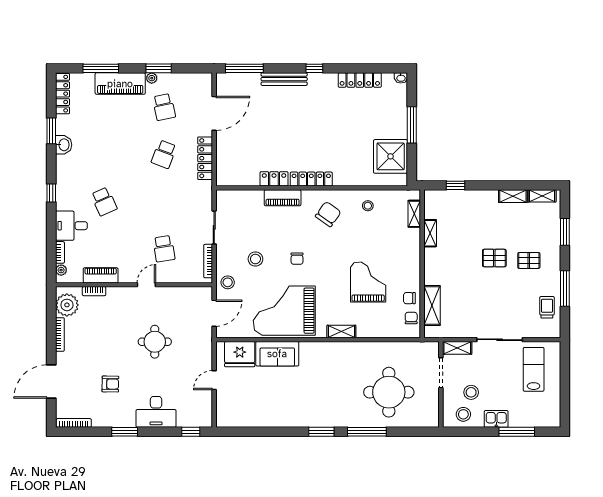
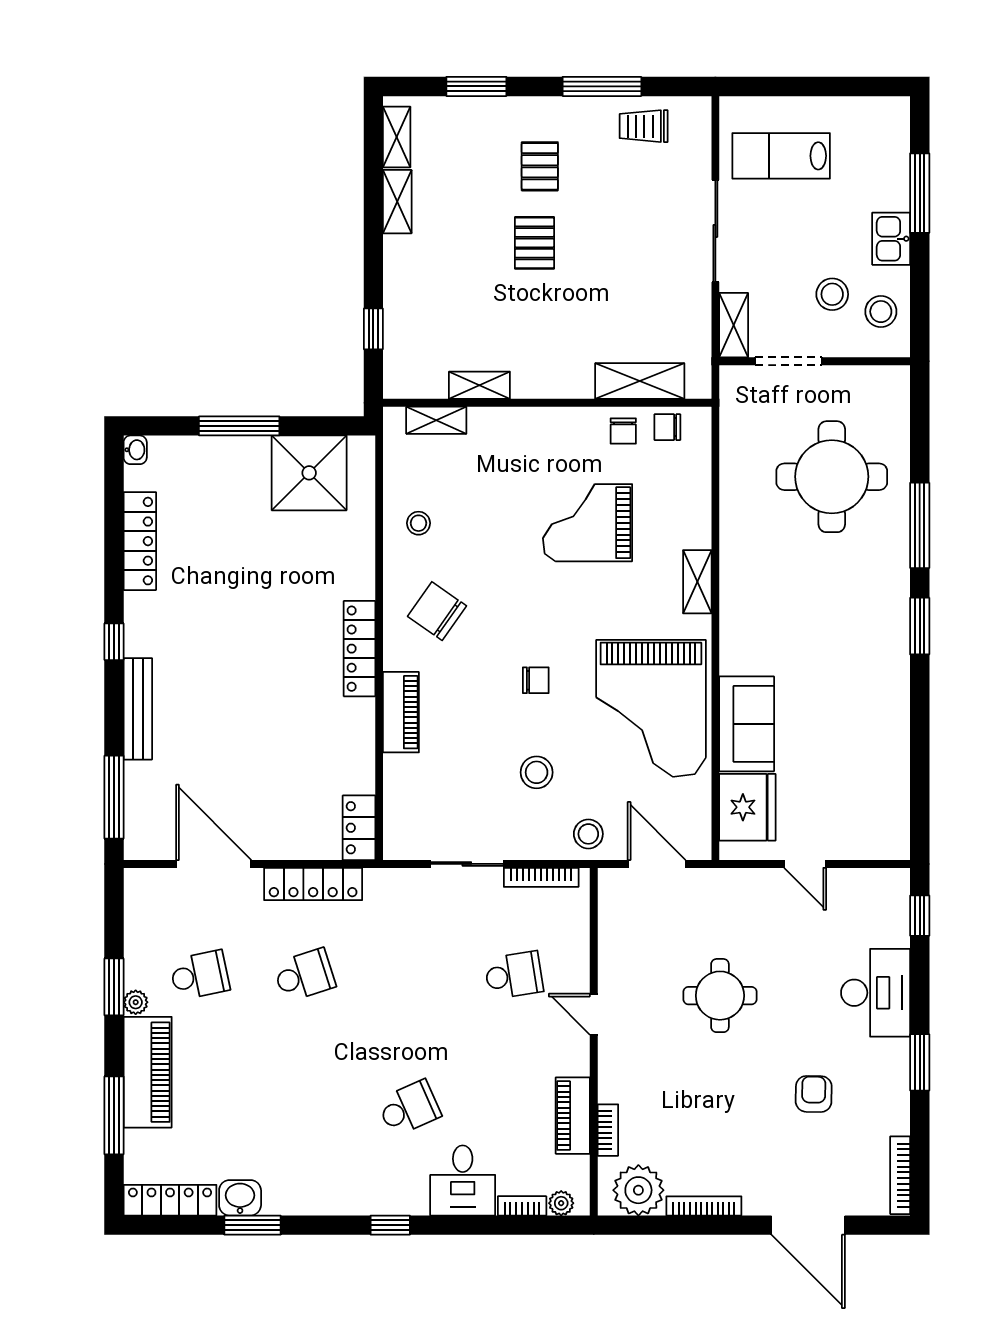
washbasin: (64, 145) -> (240, 1198), moved
school desk: (164, 154) -> (304, 975), turned -39
locker: (274, 179) -> (359, 828), moved

